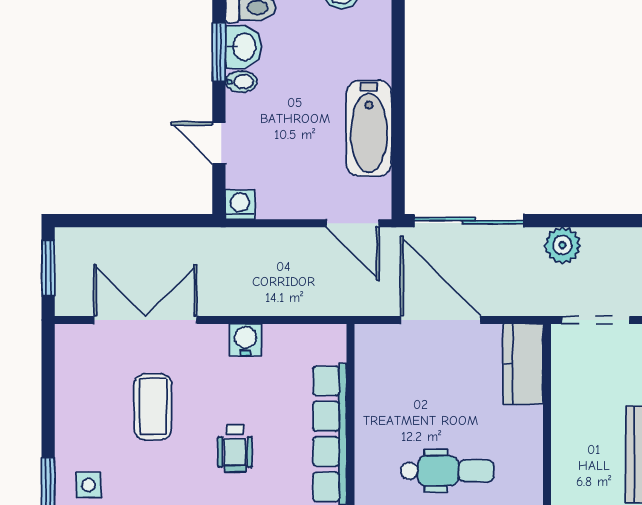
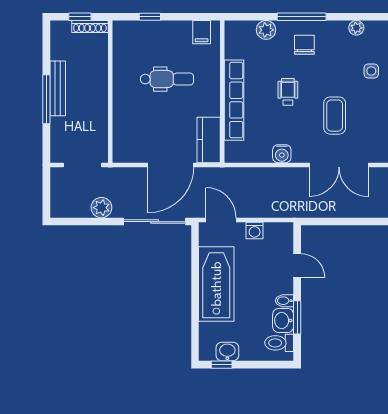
bathtub: (369, 128) -> (216, 284), width x1.36, depth x1.36
washing machine: (240, 205) -> (255, 231), moved
door: (441, 320) -> (171, 165), hinge flipped
kitchen counter: (523, 364) -> (209, 140), moved, turned 180
dental chair: (447, 471) -> (167, 79), turned 180

